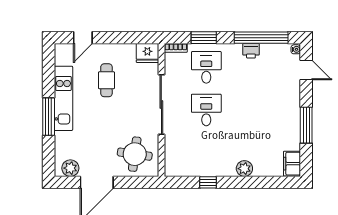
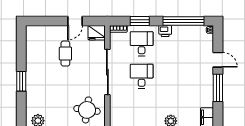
door: (83, 38) -> (75, 21), moved
printer: (251, 51) -> (165, 31), moved
door: (306, 70) -> (218, 60), moved
kitchen unit: (63, 98) -> (33, 67), removed
window: (49, 117) -> (21, 81), width x0.69

